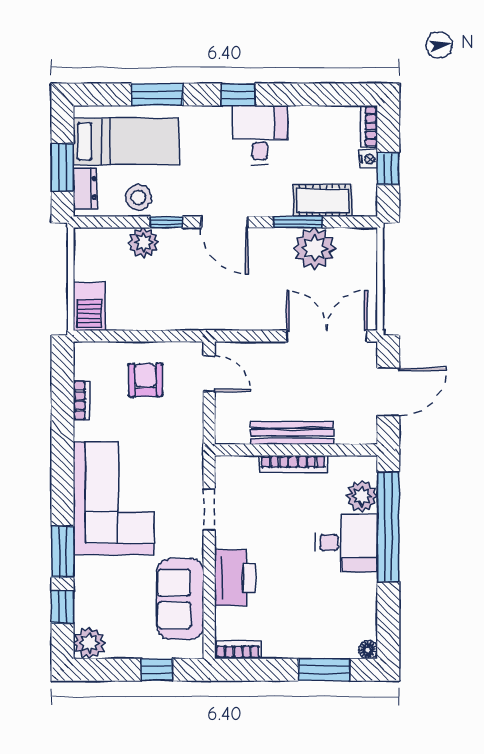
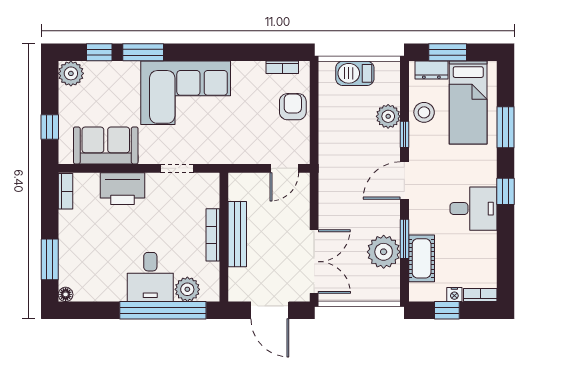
barbecue: (89, 306) -> (355, 73), moved
armchair: (145, 380) -> (293, 107), moved, turned -89
bookcase: (82, 400) -> (282, 67), moved

